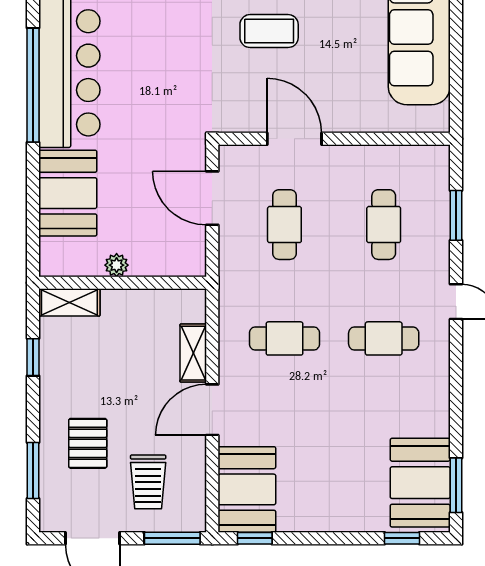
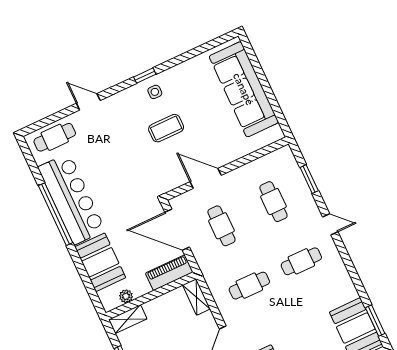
door: (212, 198) -> (177, 230), width x1.36
piano: (168, 260) -> (169, 273), added
plant: (117, 265) -> (126, 296), moved
shelving: (193, 353) -> (196, 297), moved

